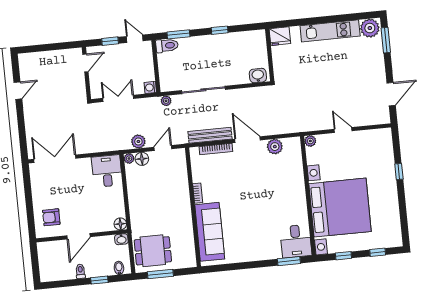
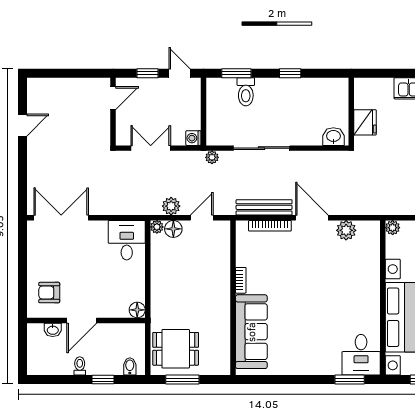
fridge: (280, 36) -> (365, 122), moved, turned -90
toilet: (167, 46) -> (246, 92), moved, turned 90
washbasin: (121, 239) -> (53, 330), moved

